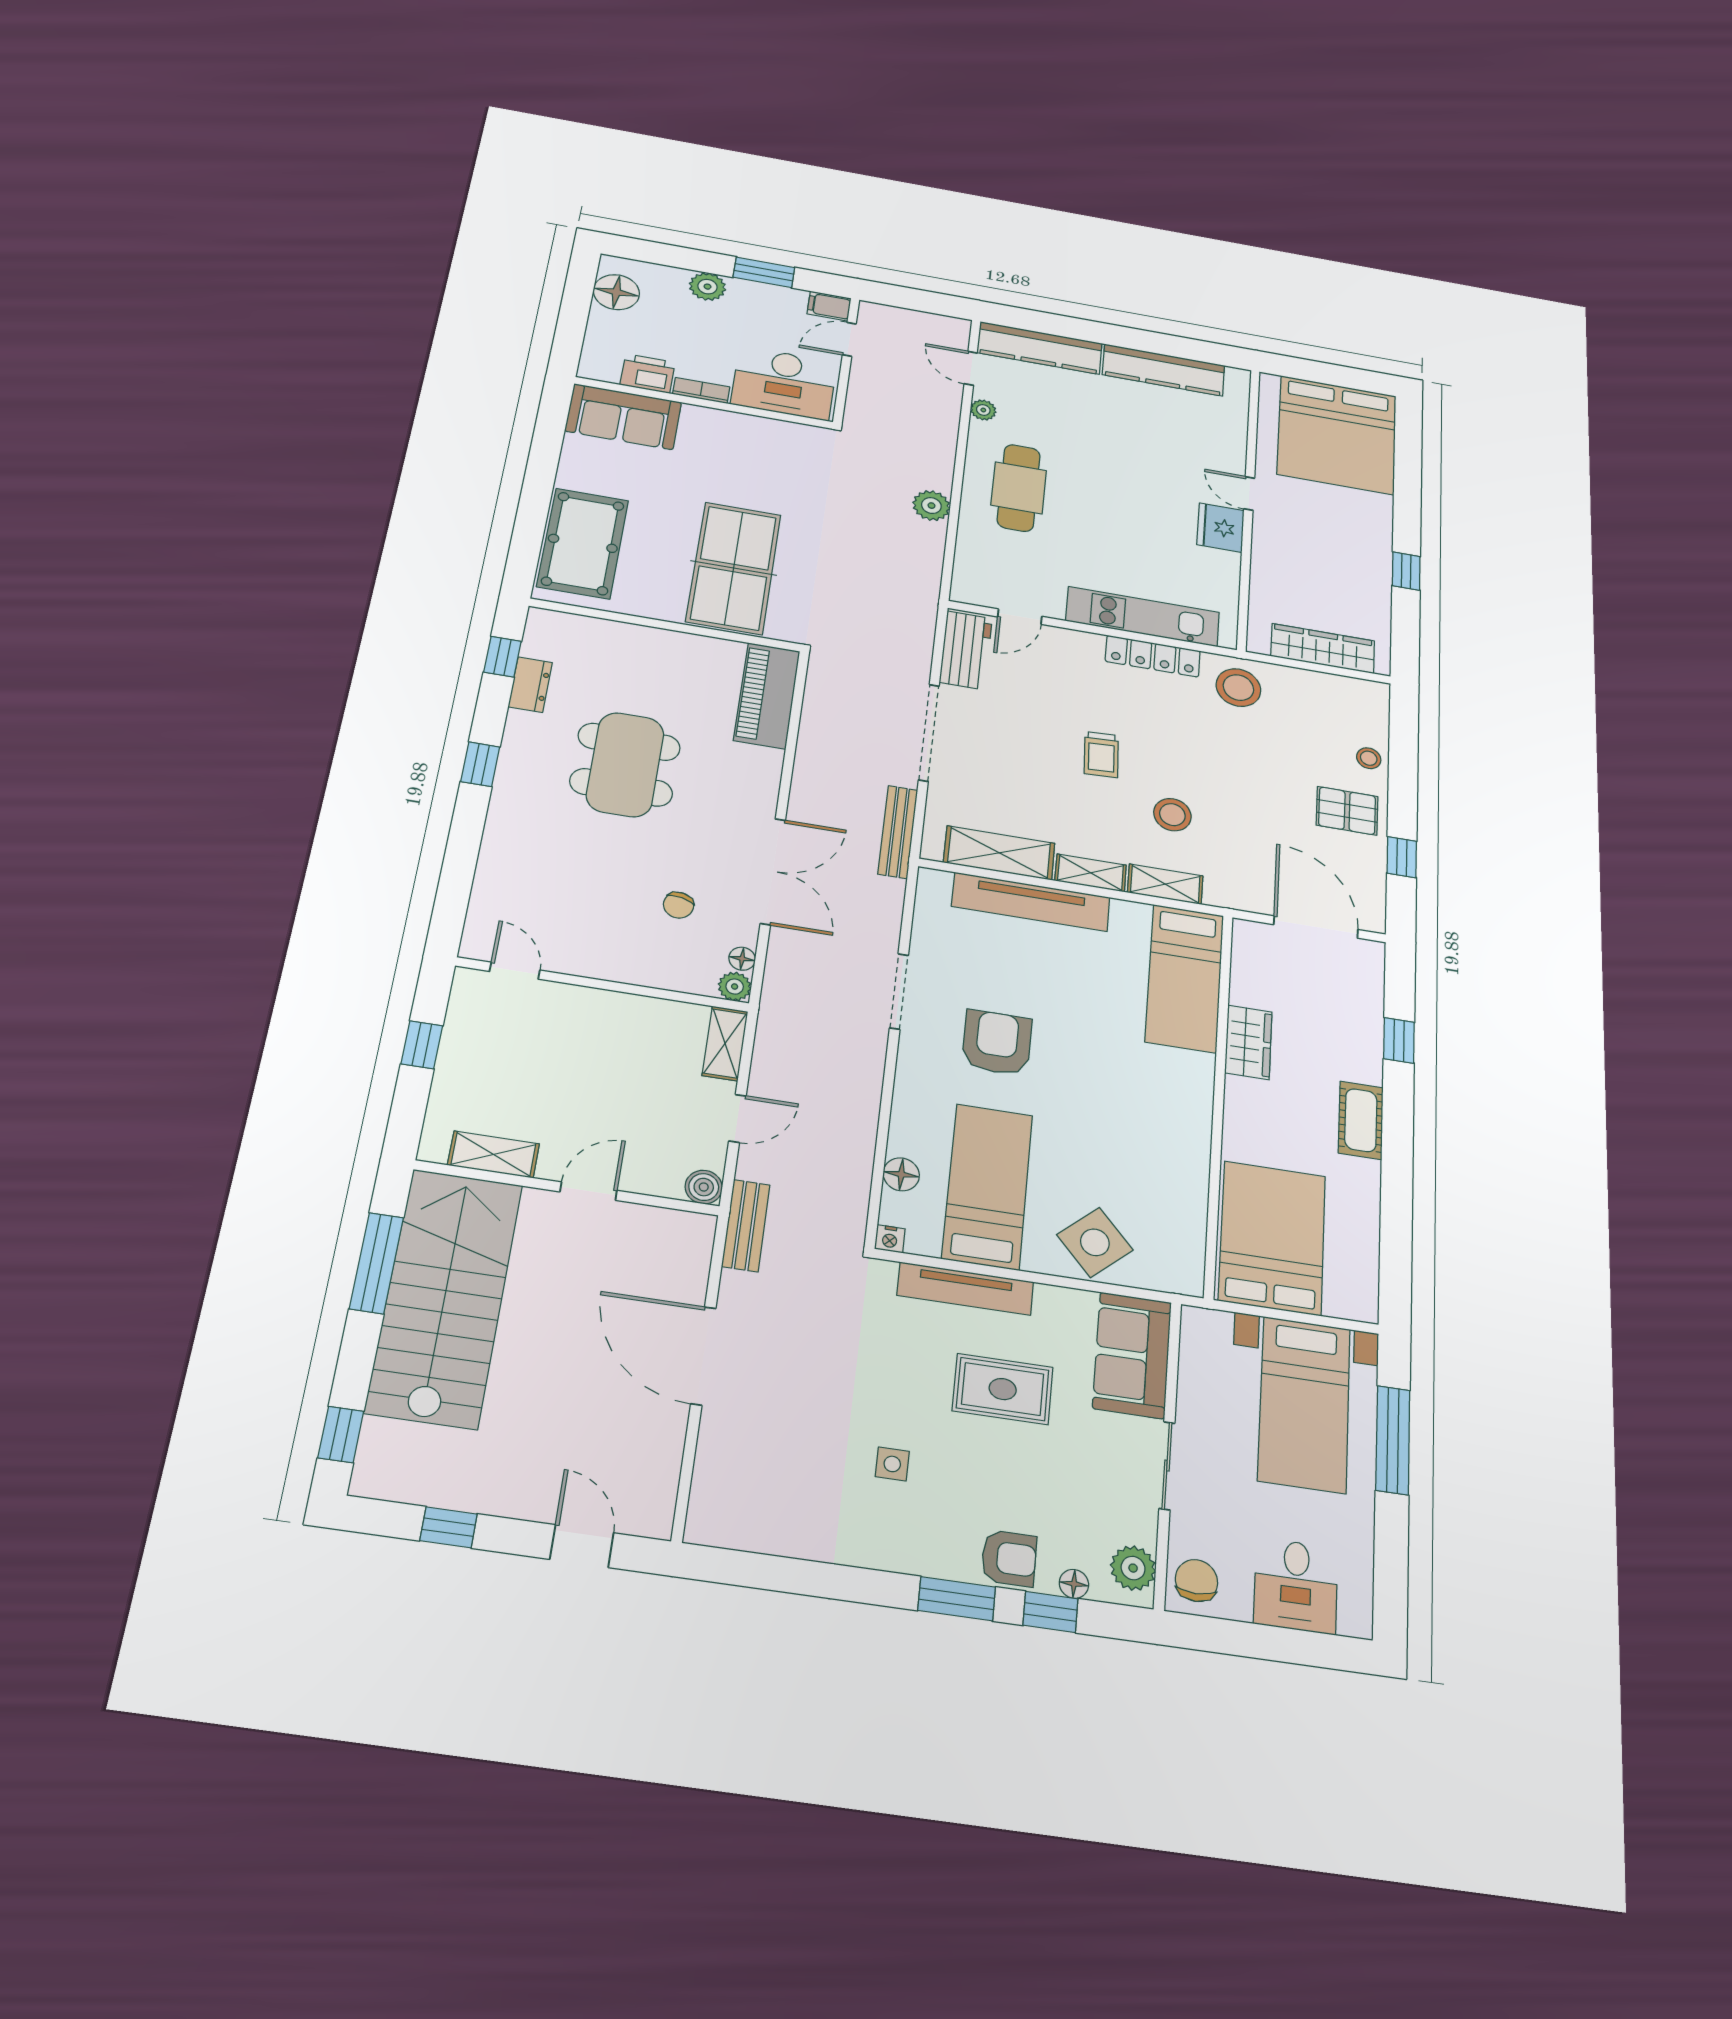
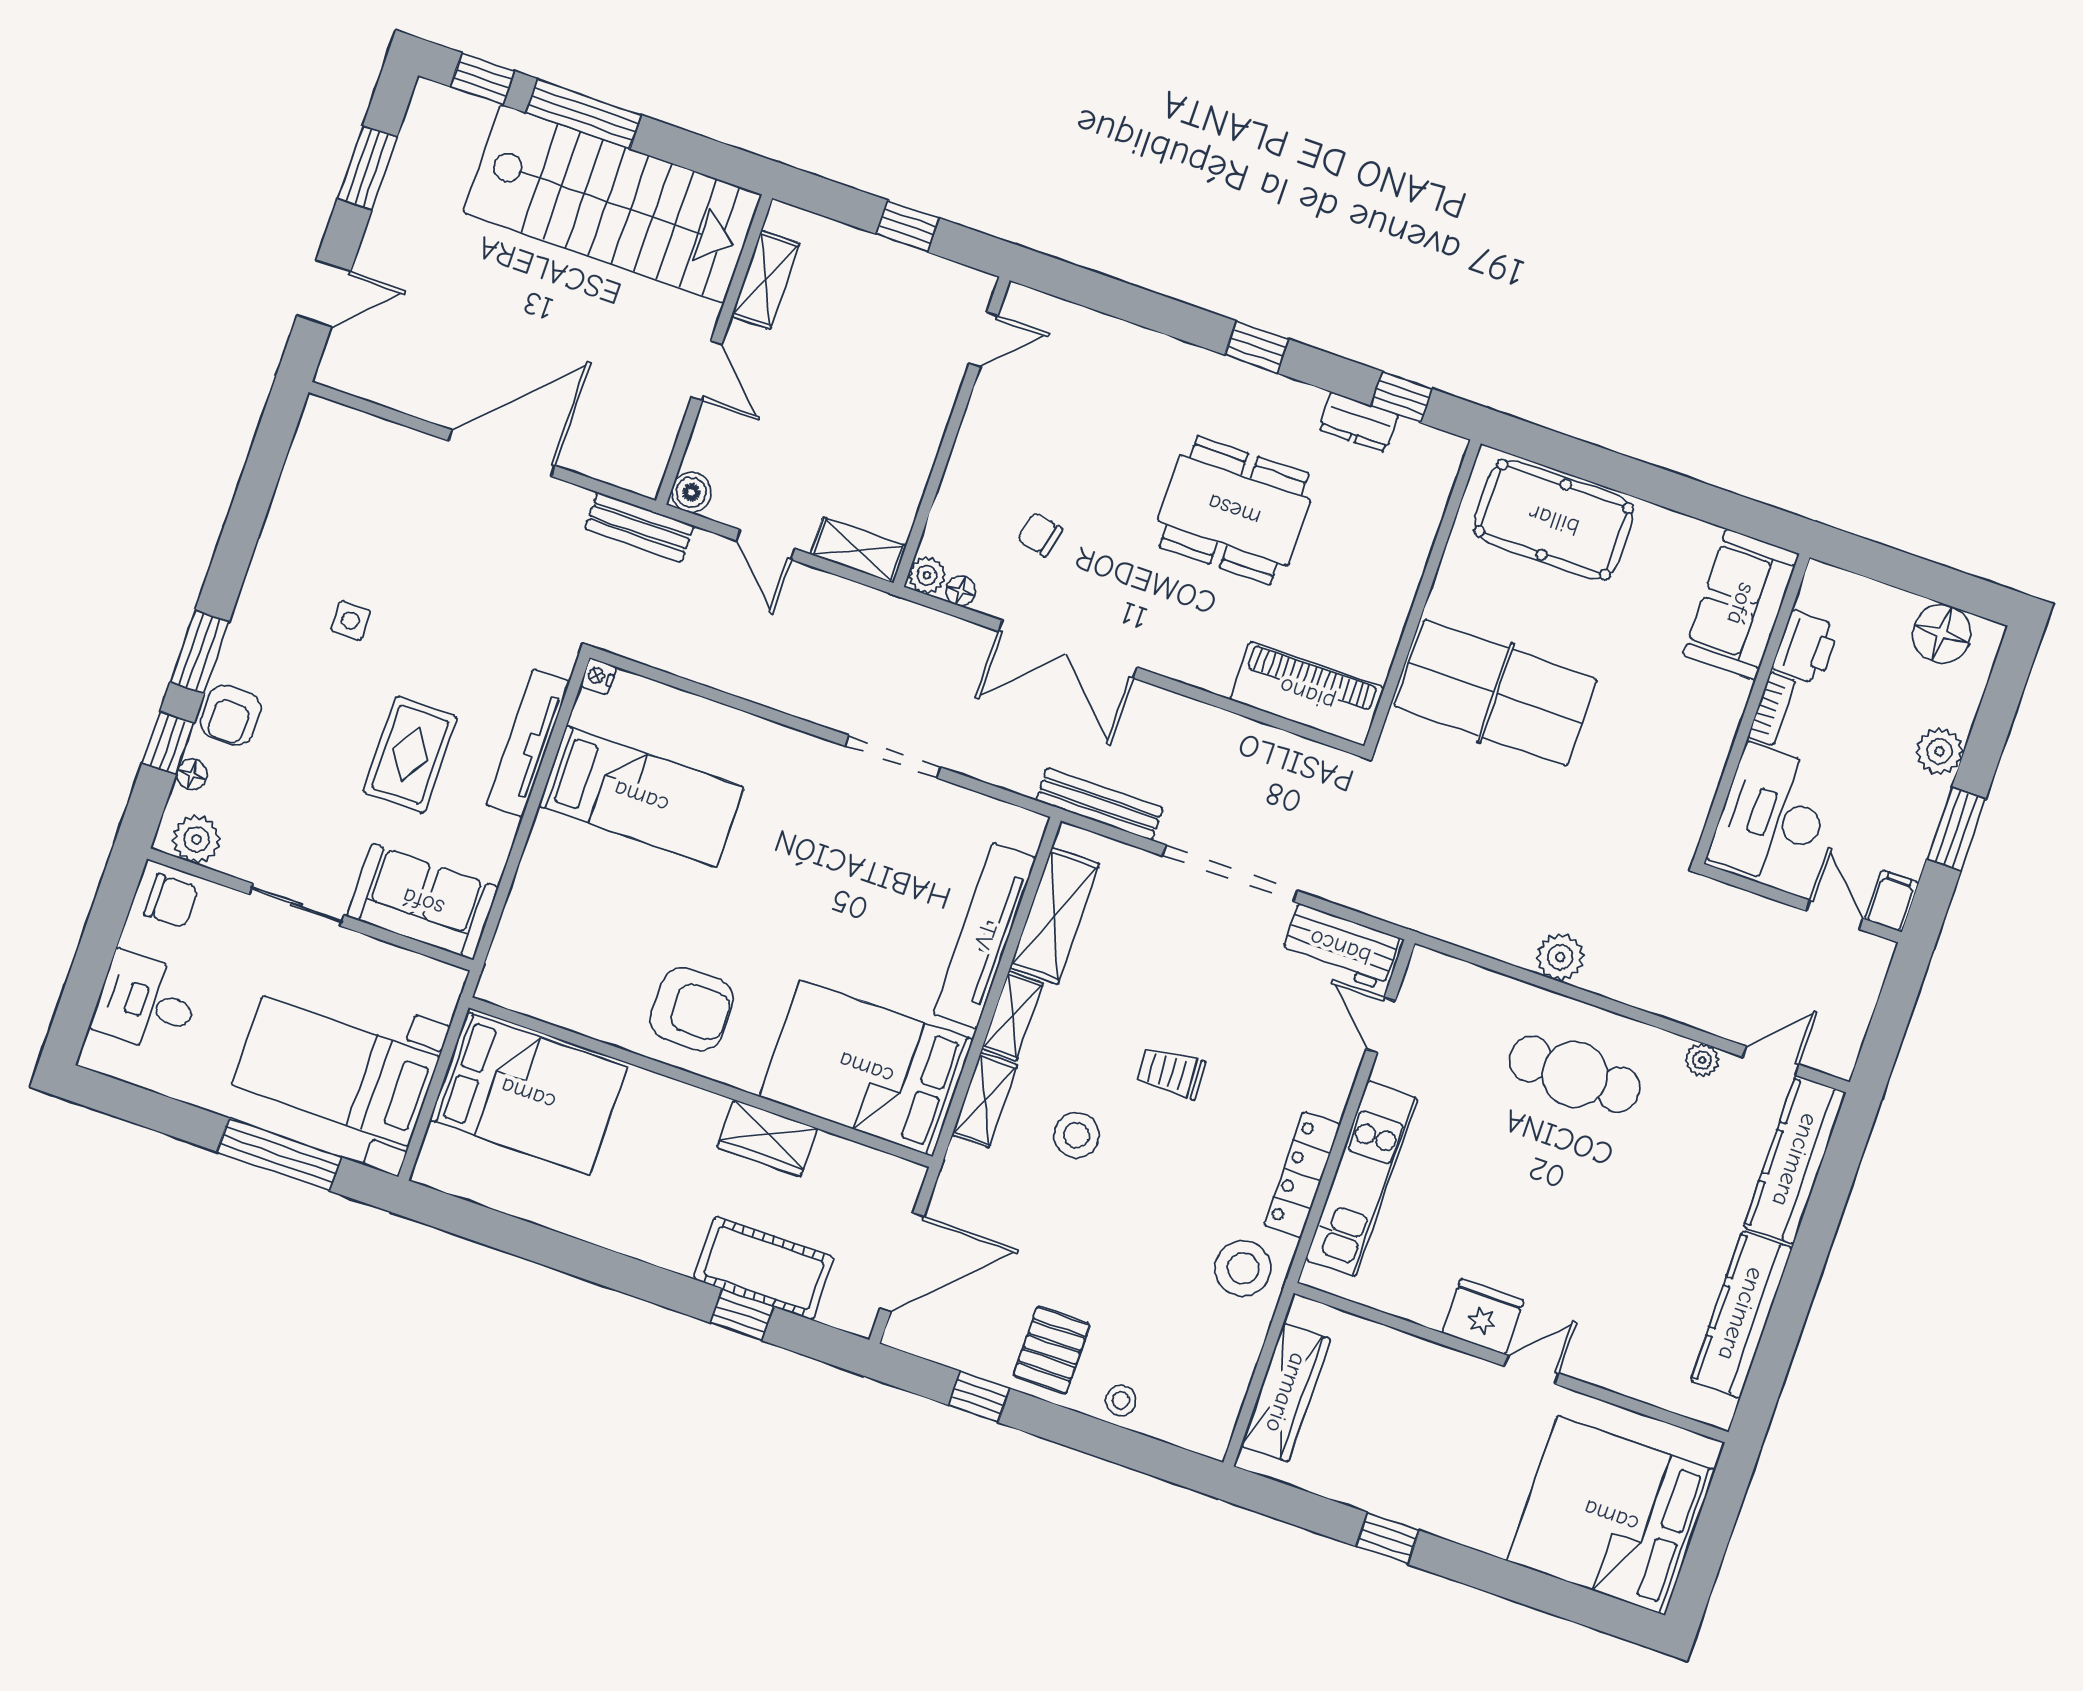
bed: (1185, 978) -> (866, 1068), width x1.50
armchair: (997, 1043) -> (692, 1009), moved
cot: (1361, 1120) -> (764, 1268), moved, width x1.37, depth x1.34
floor lamp: (901, 1174) -> (671, 706), removed
side table: (1095, 1242) -> (556, 896), removed
window: (376, 1263) -> (583, 114), moved
window: (449, 1527) -> (367, 168), width x1.50

